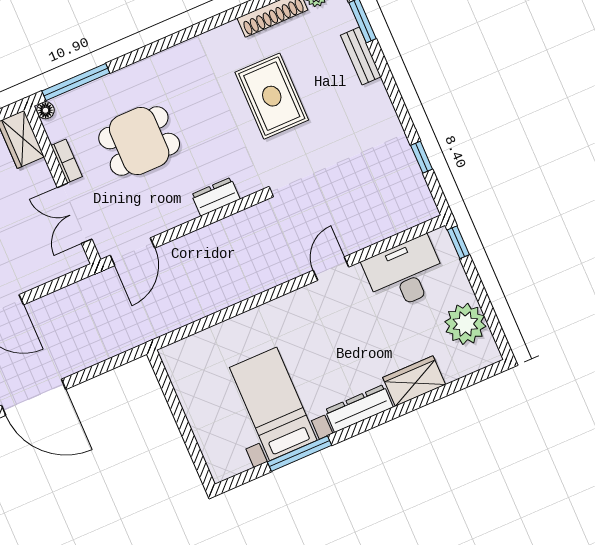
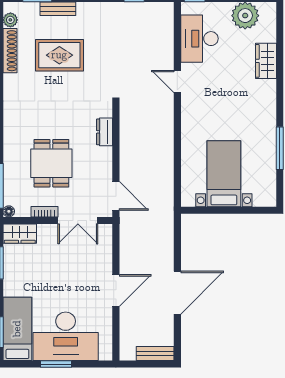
rug: (272, 96) -> (59, 55), moved
bed with nightstands: (273, 404) -> (224, 174), moved, turned 90
dresser: (359, 408) -> (268, 101), removed

